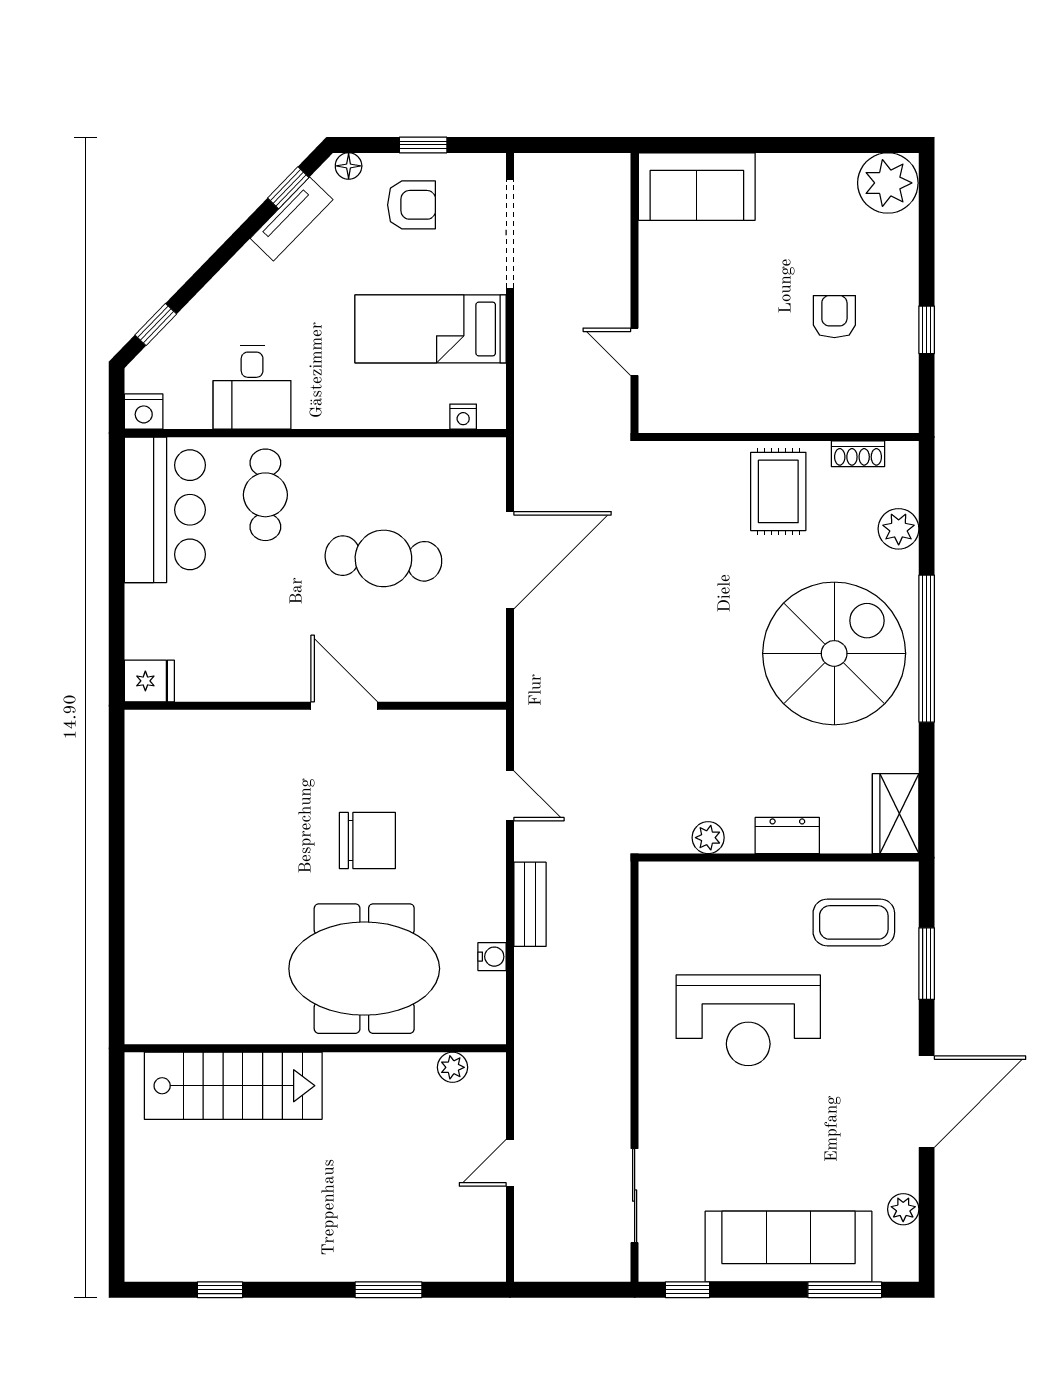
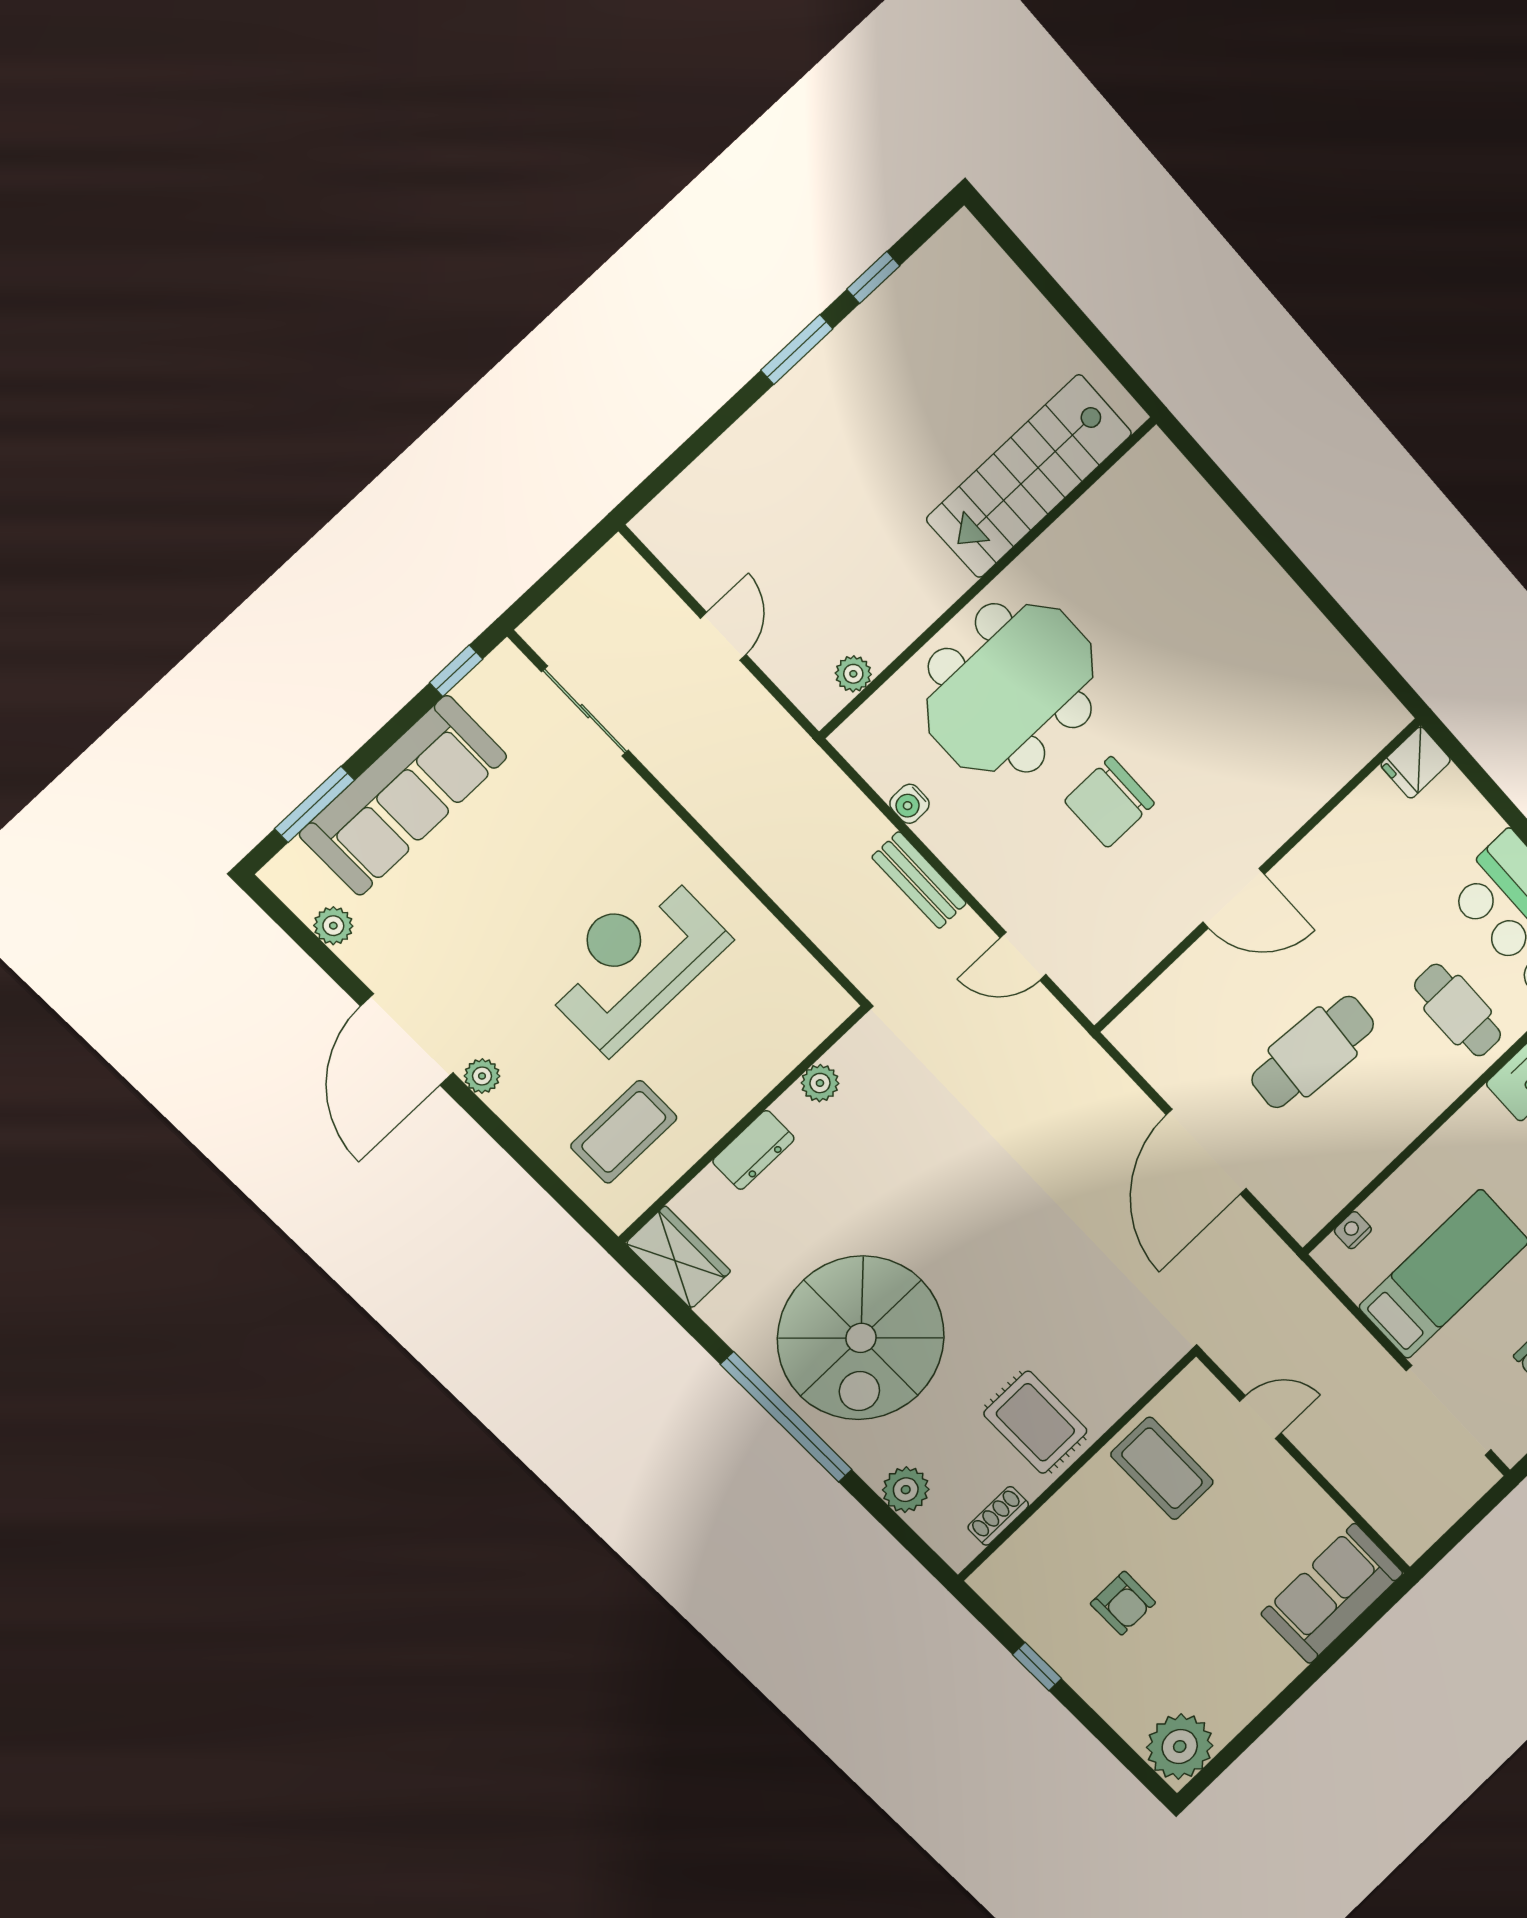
coffee table: (728, 381) -> (1162, 1468), added
window: (927, 964) -> (526, 1158), removed
plant: (904, 1038) -> (482, 1076), added
window: (389, 1290) -> (797, 350), moved

